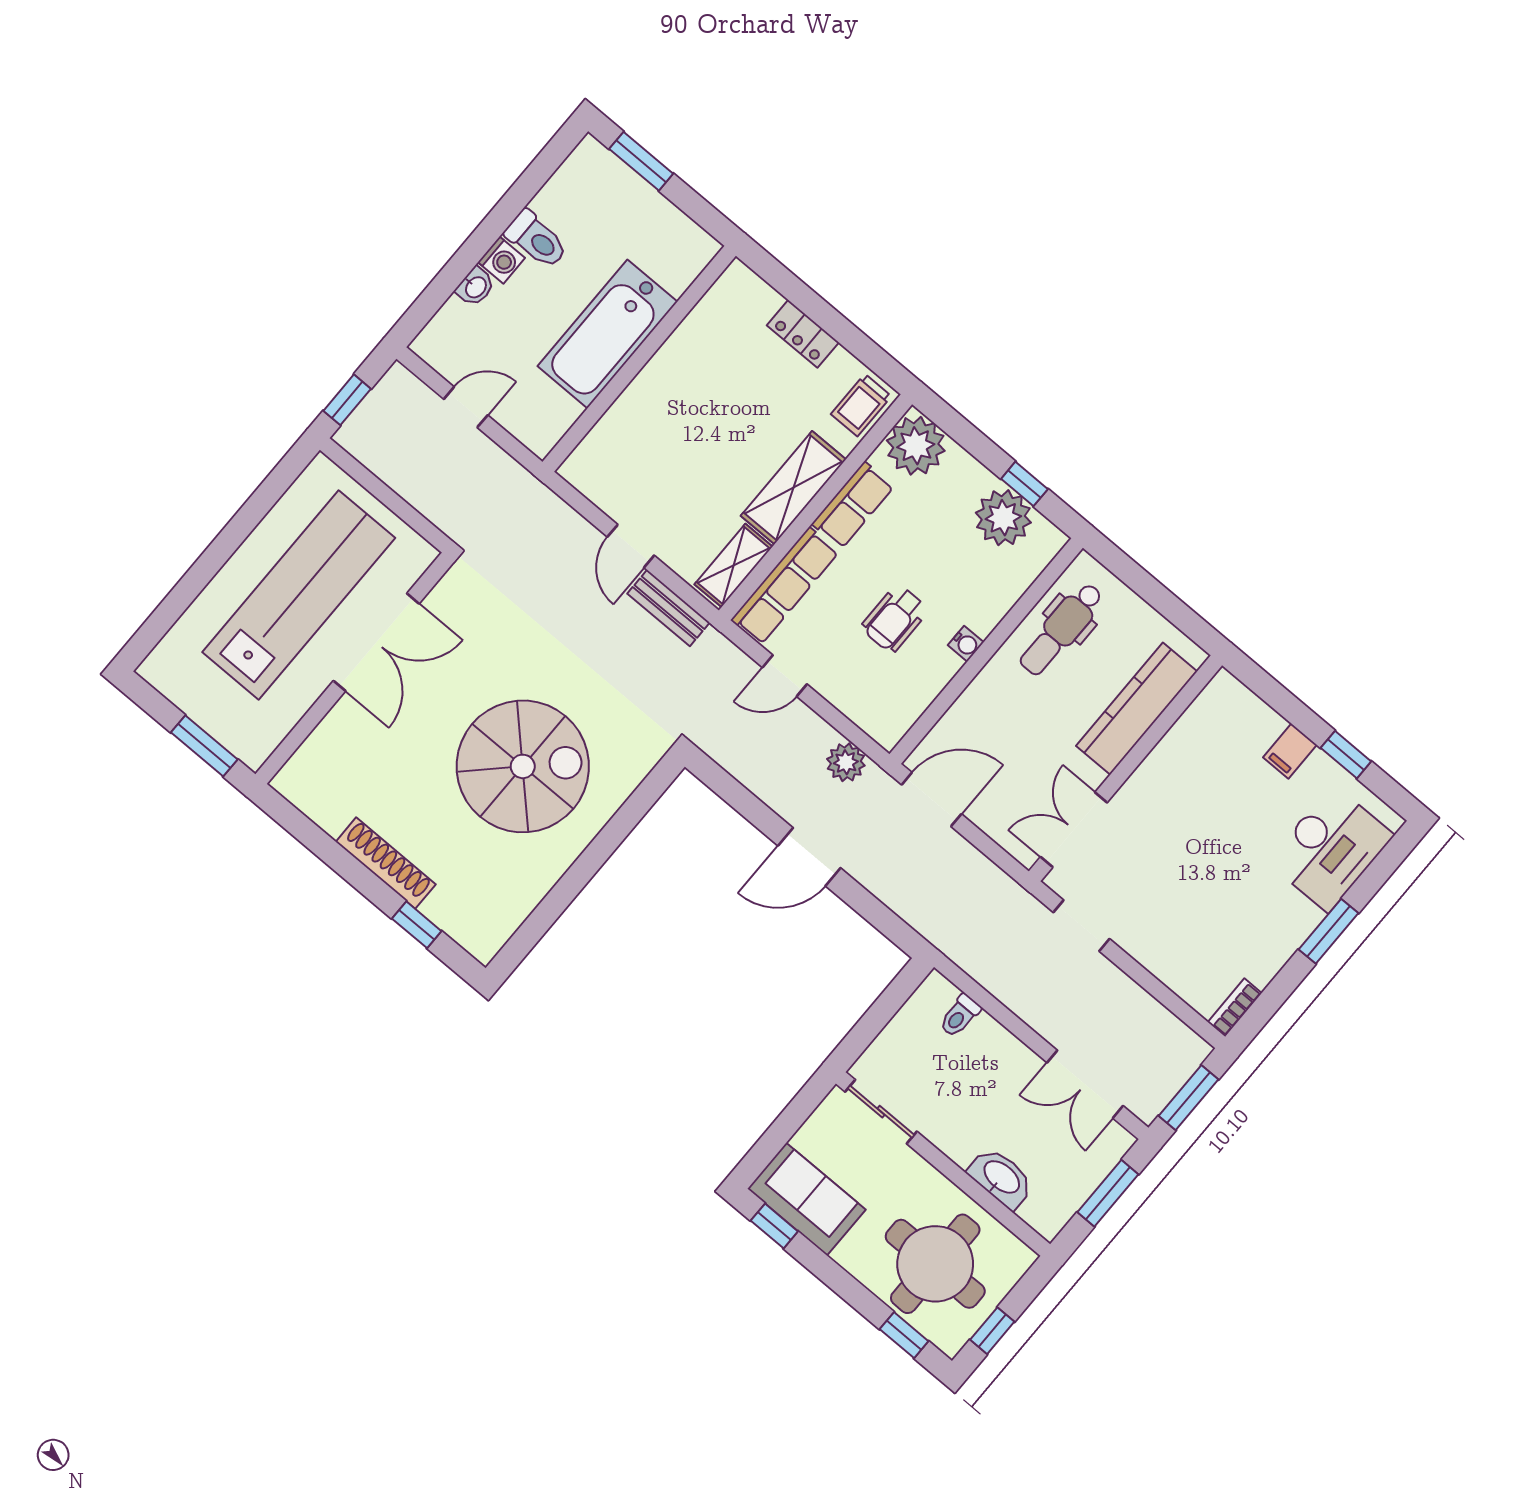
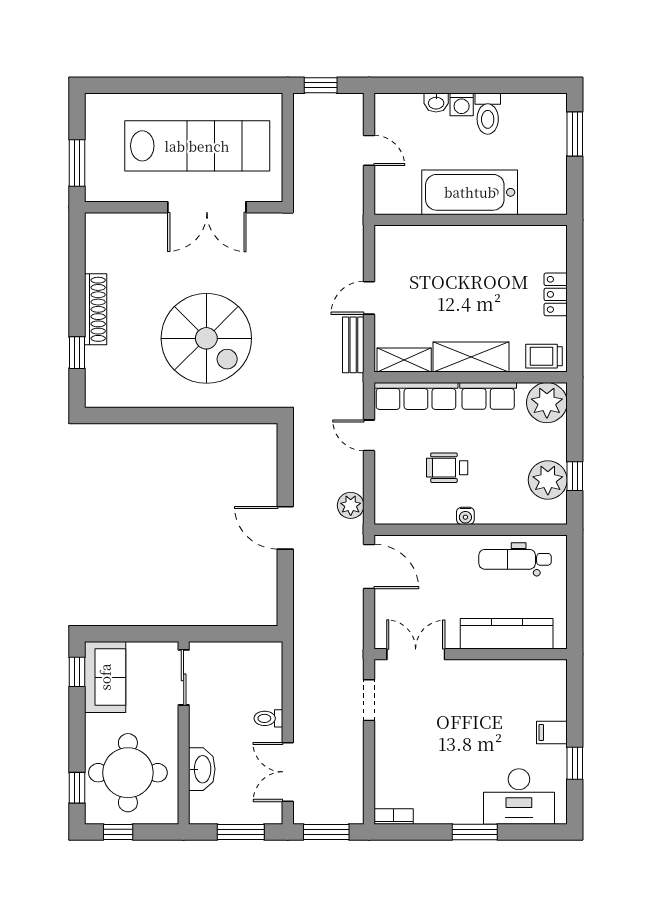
toilet: (960, 1016) -> (268, 718), moved

